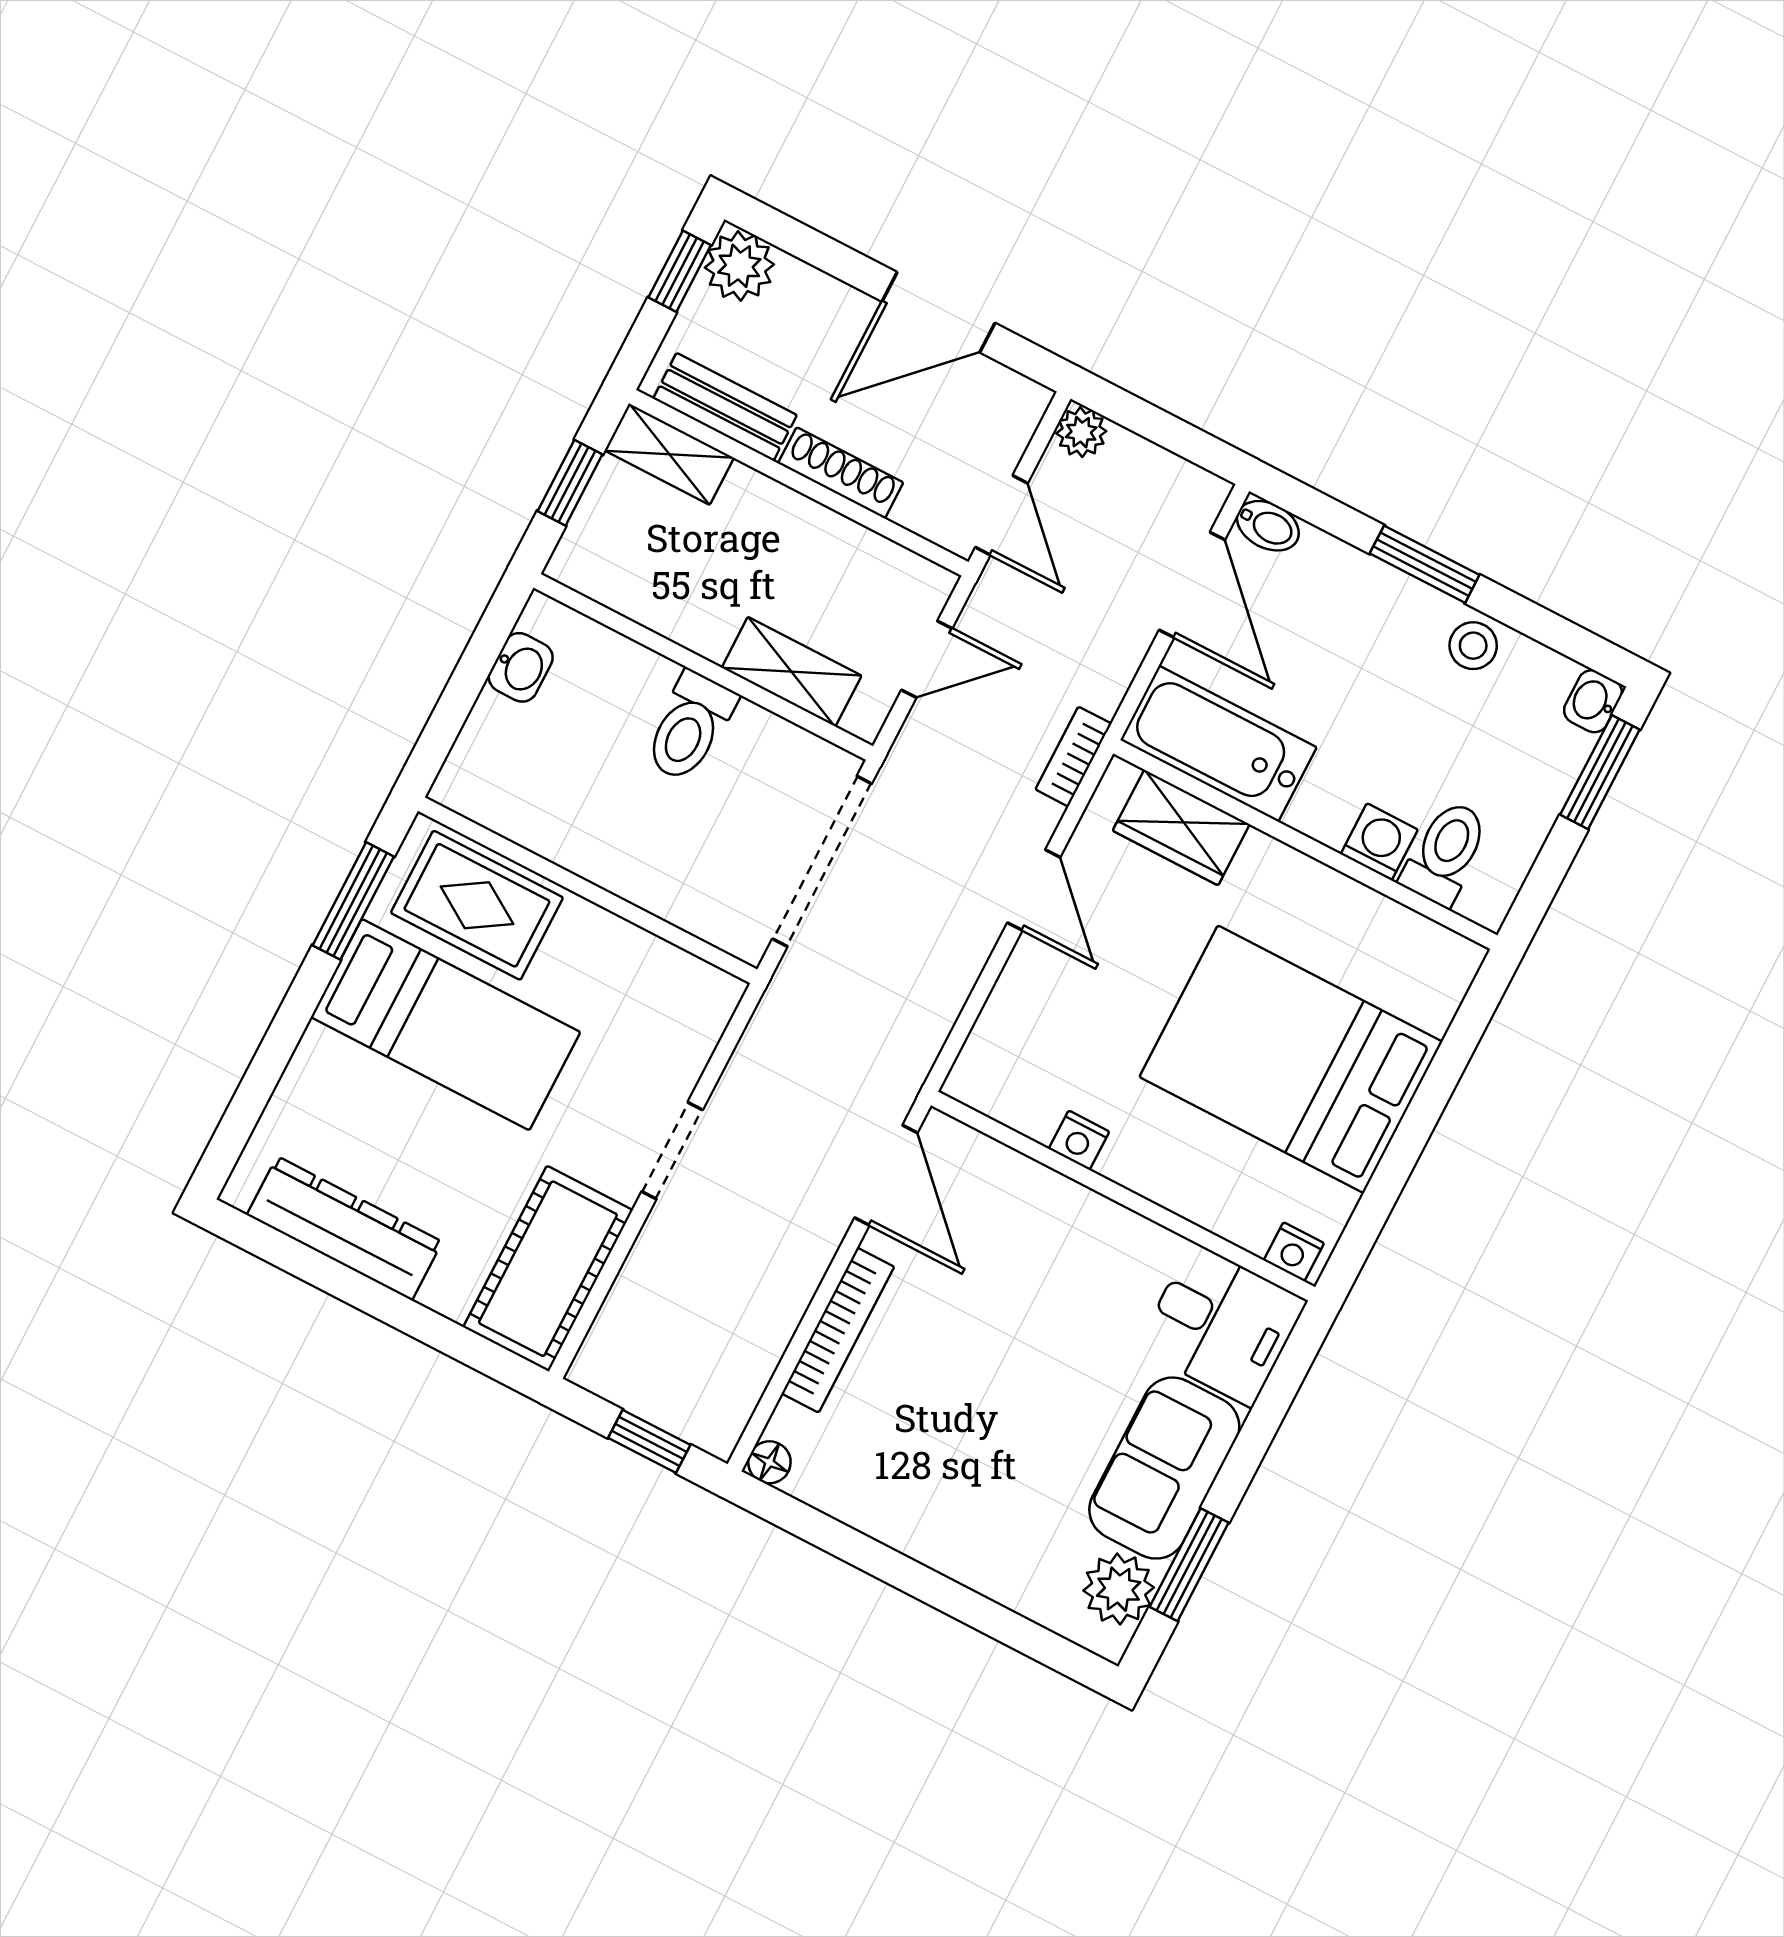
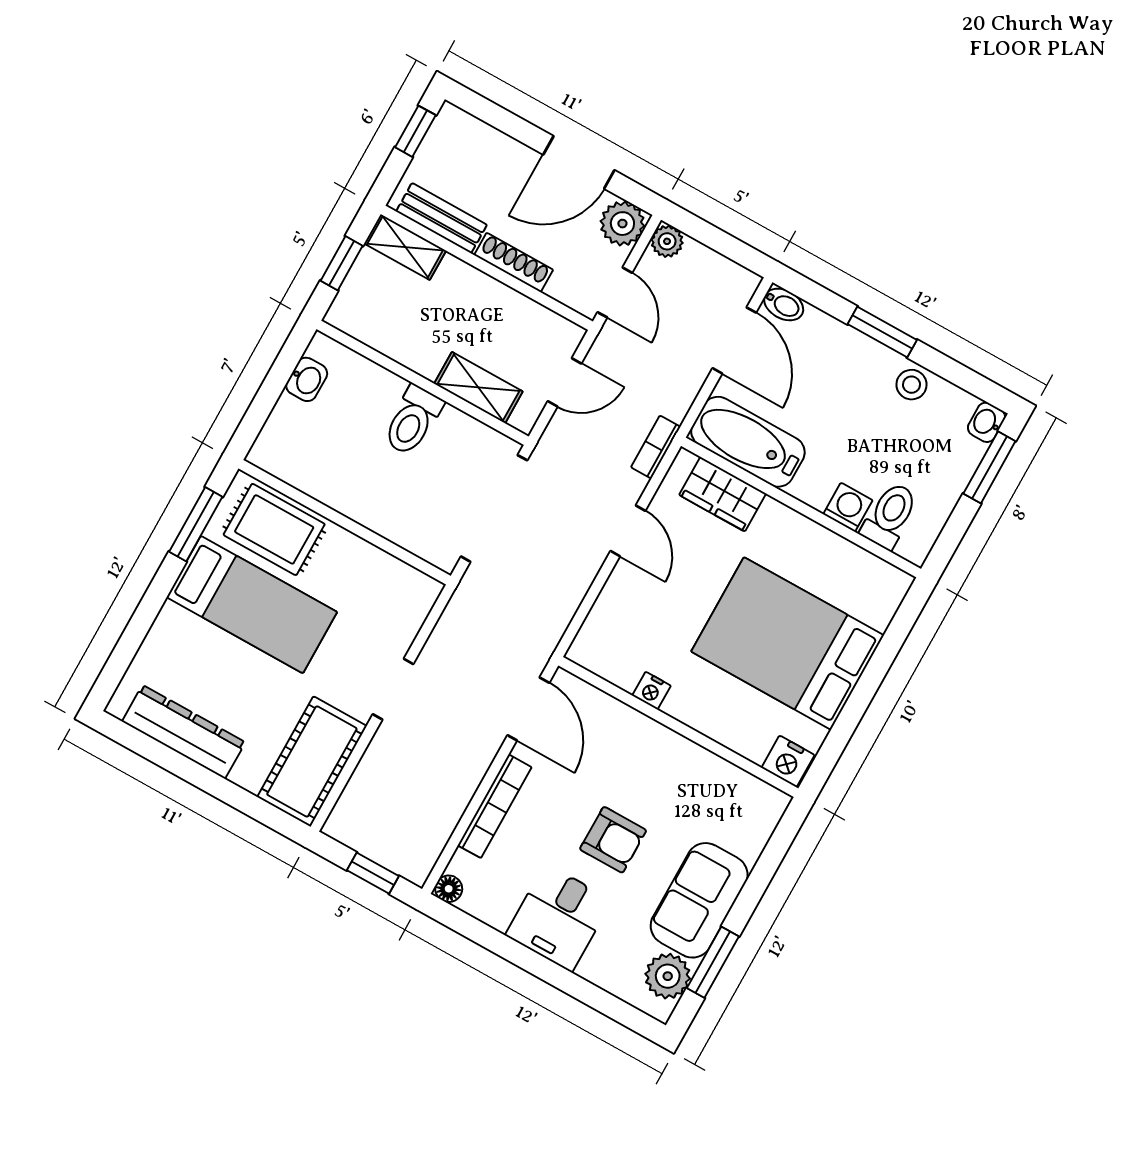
plant: (739, 266) -> (622, 224), moved
nightstand: (1294, 1252) -> (788, 761), width x1.39, depth x1.35
desk: (1222, 1325) -> (559, 918), moved, turned 90
armchair: (1026, 1377) -> (613, 840), added

